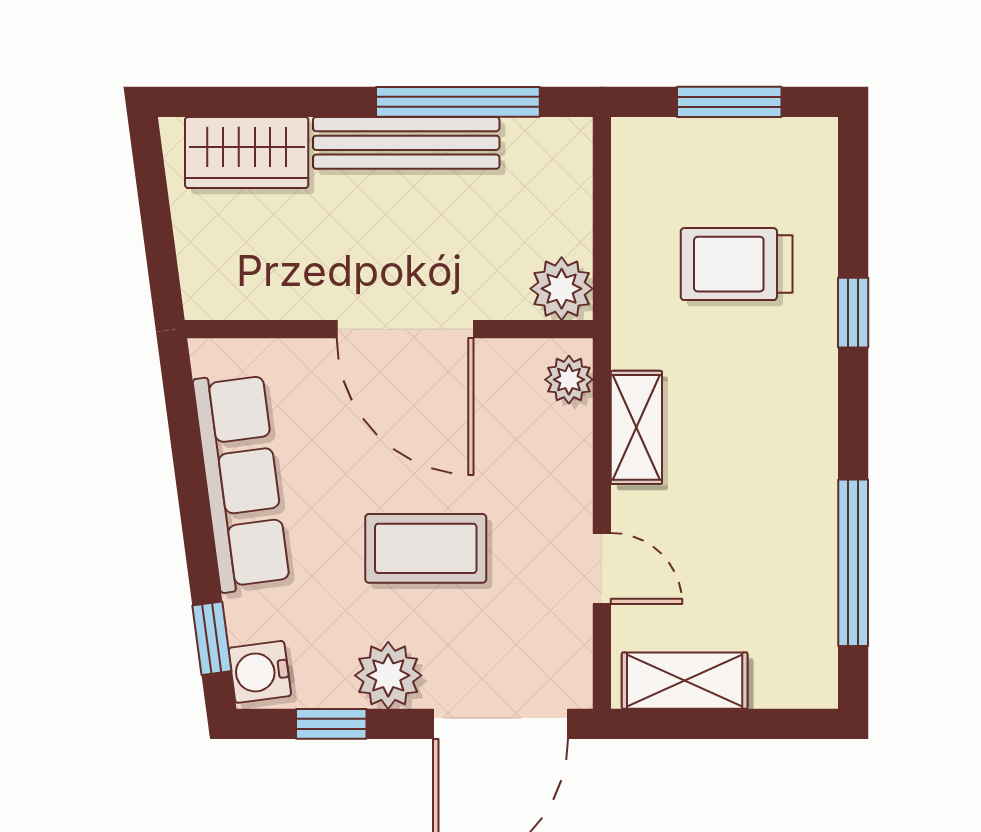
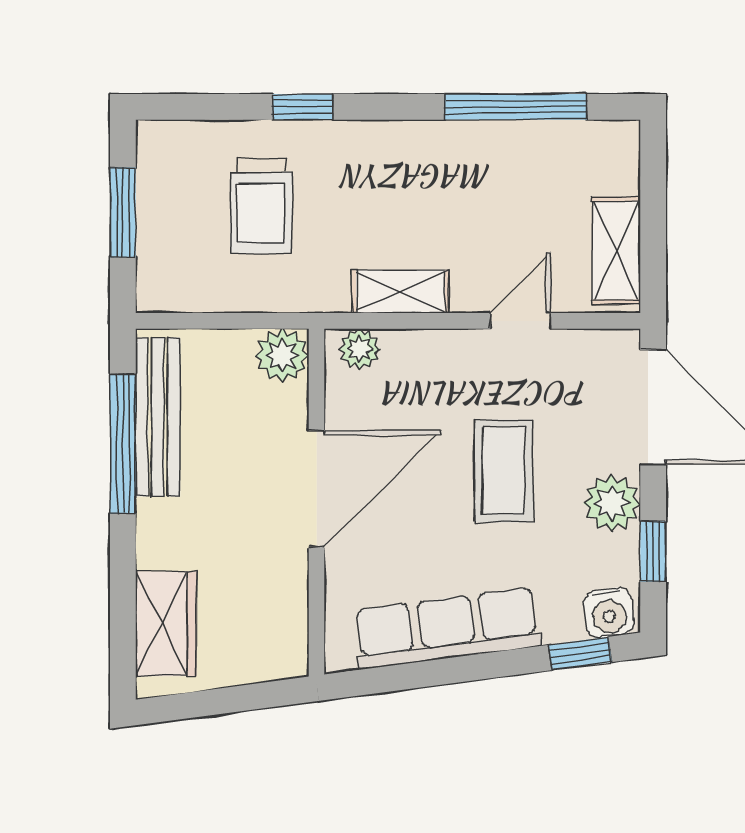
bench: (406, 143) -> (158, 417), moved

